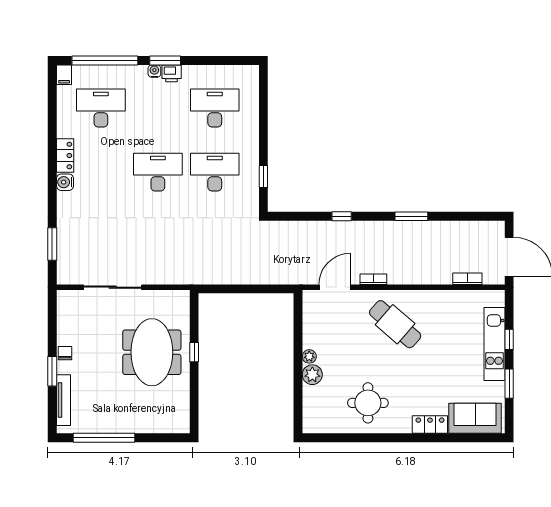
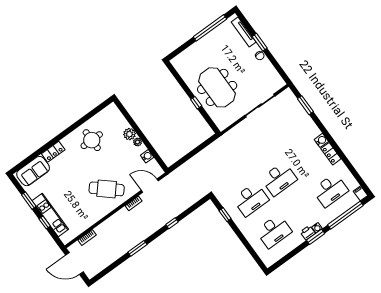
door: (335, 287) -> (150, 186), swing flipped
water cooler: (310, 329) -> (147, 156), added

